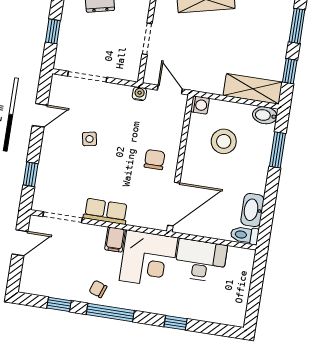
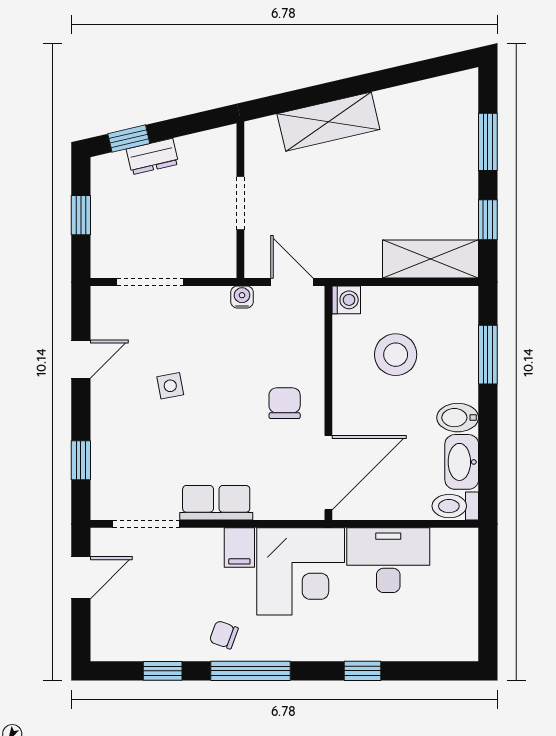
bidet: (265, 115) -> (458, 418), moved

